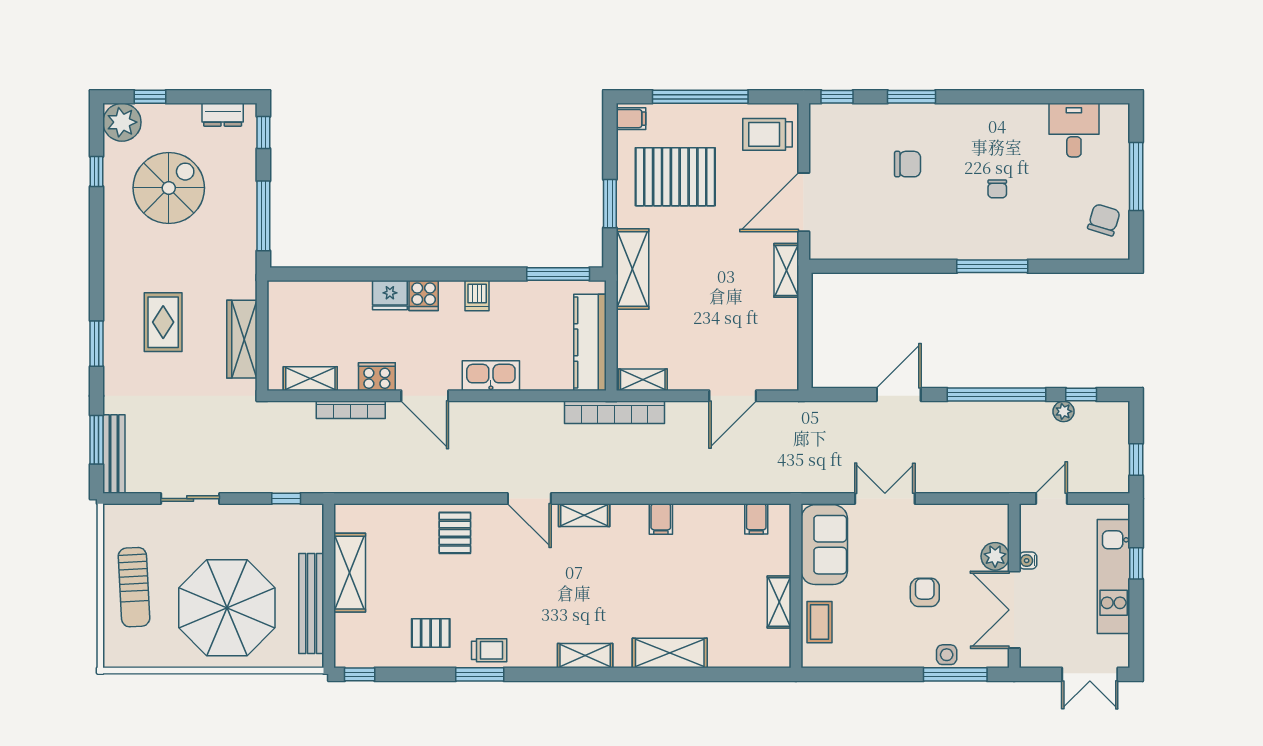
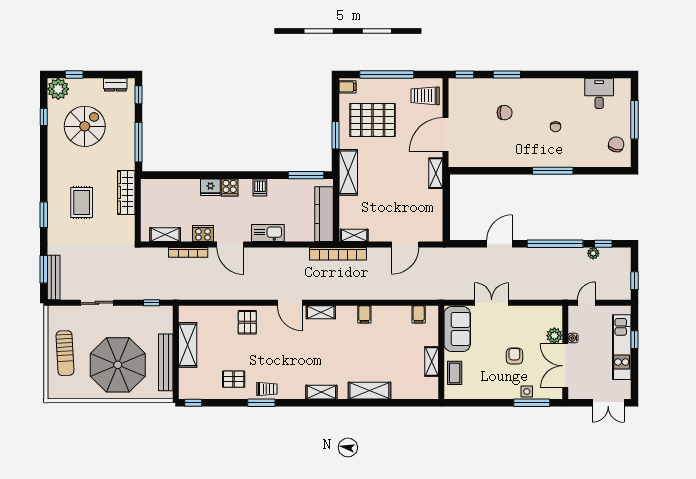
wardrobe: (242, 339) -> (126, 192), moved

